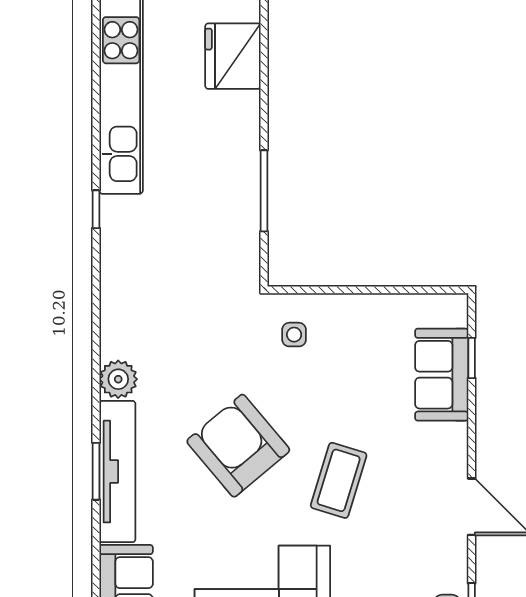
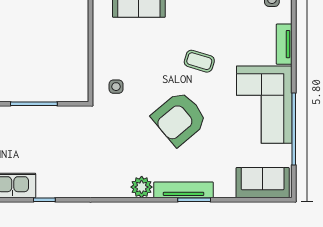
tv unit: (117, 472) -> (184, 190), width x0.73, depth x0.78
coffee table: (339, 480) -> (199, 61), width x0.73, depth x0.77

